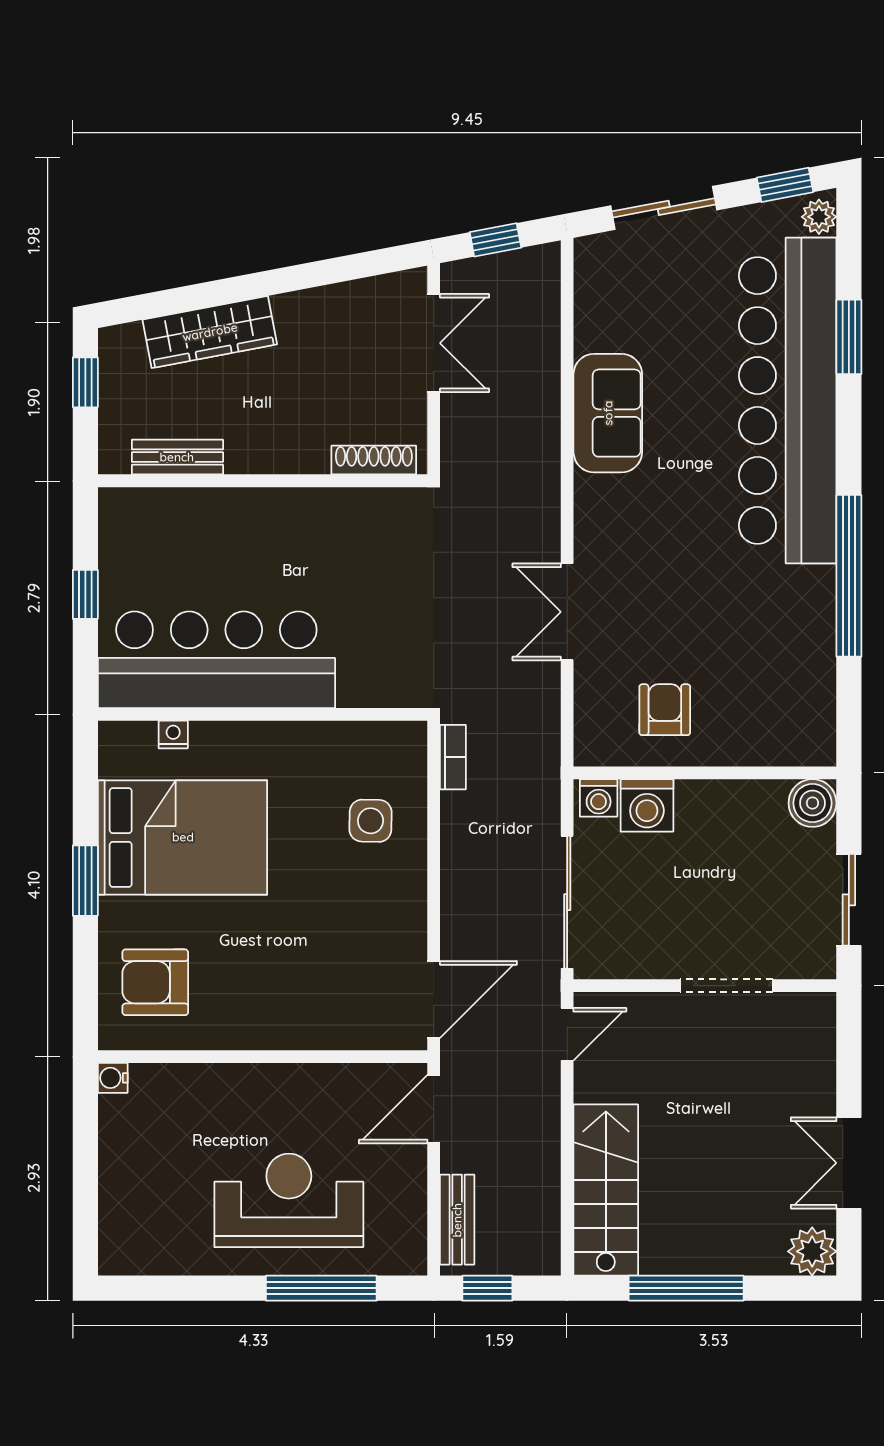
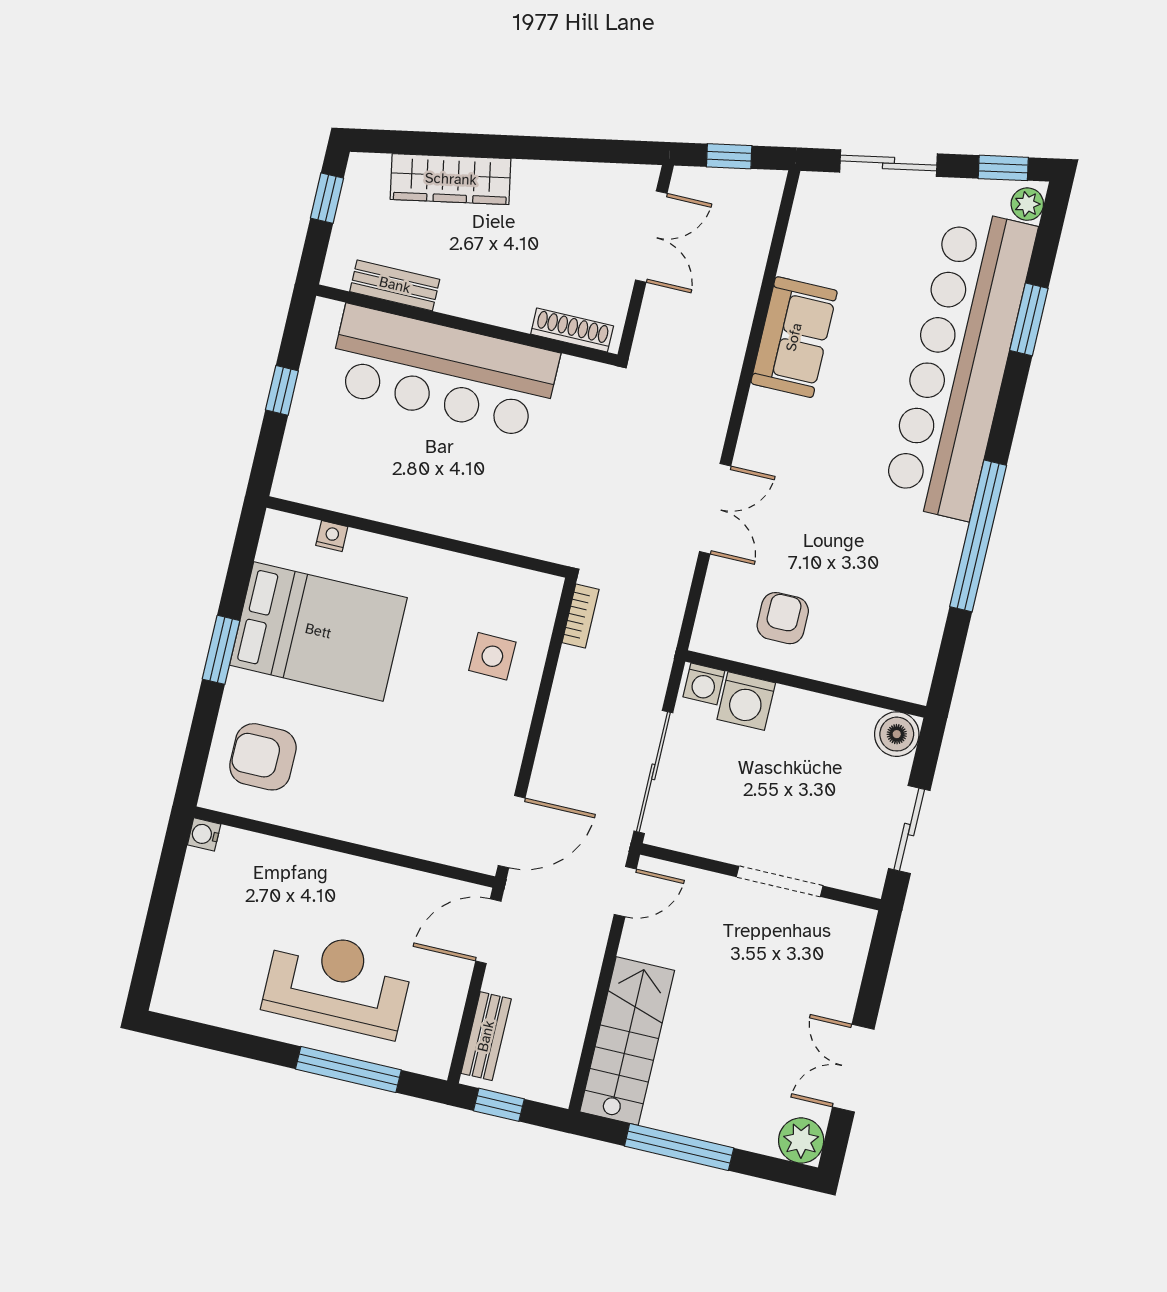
double door: (567, 612) -> (715, 509), swing flipped
bar counter: (216, 660) -> (443, 372), moved, turned 180

